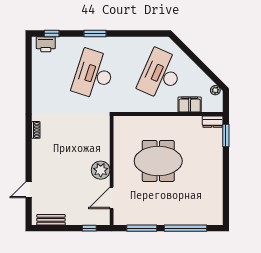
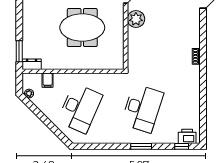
filing cabinet: (190, 105) -> (48, 80), width x0.50

